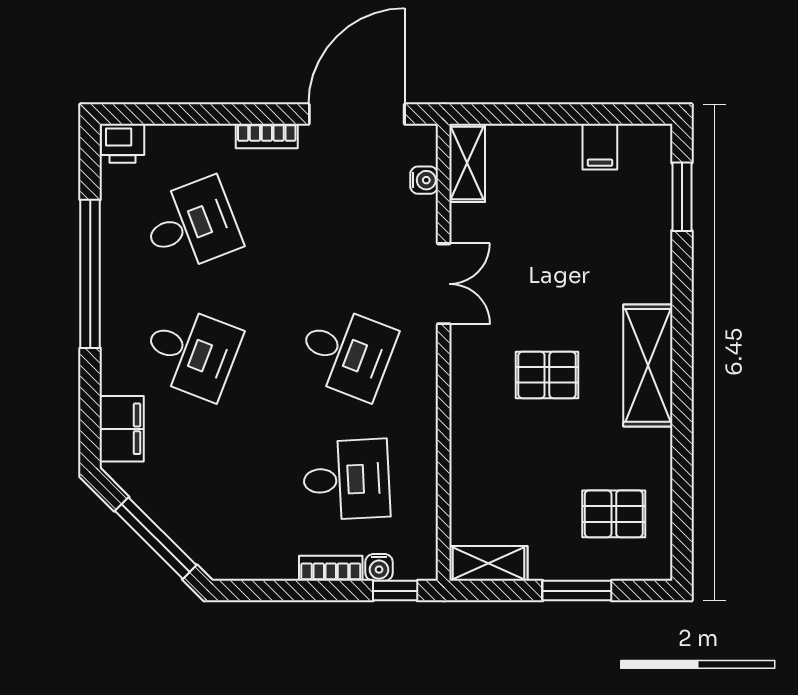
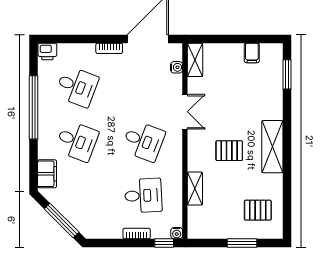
desk: (191, 225) -> (77, 87), turned 42
shelving: (488, 563) -> (195, 189), moved, turned 90
water cooler: (379, 567) -> (177, 233), moved

